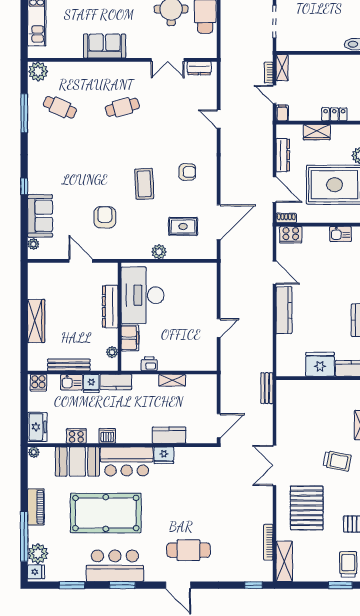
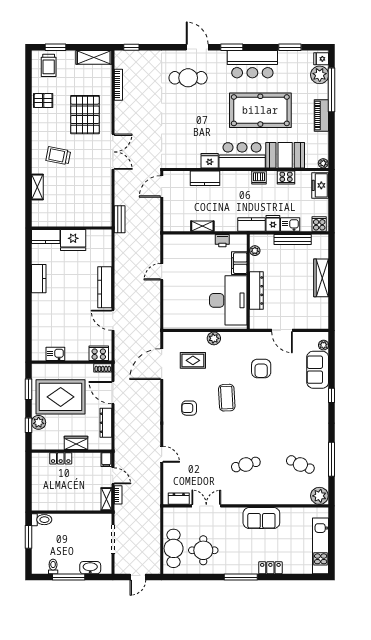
shelving: (284, 561) -> (94, 57), moved, turned 90
window: (122, 585) -> (232, 47), moved

